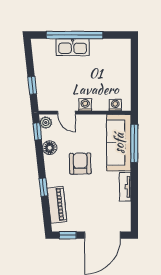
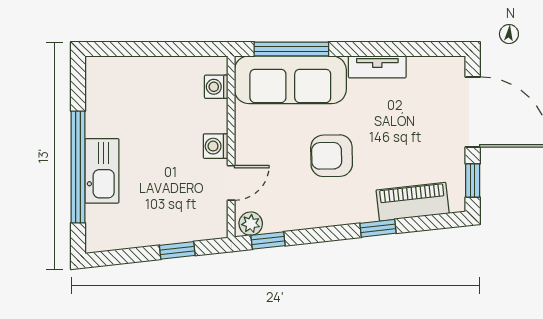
floor lamp: (50, 148) -> (300, 216), removed

